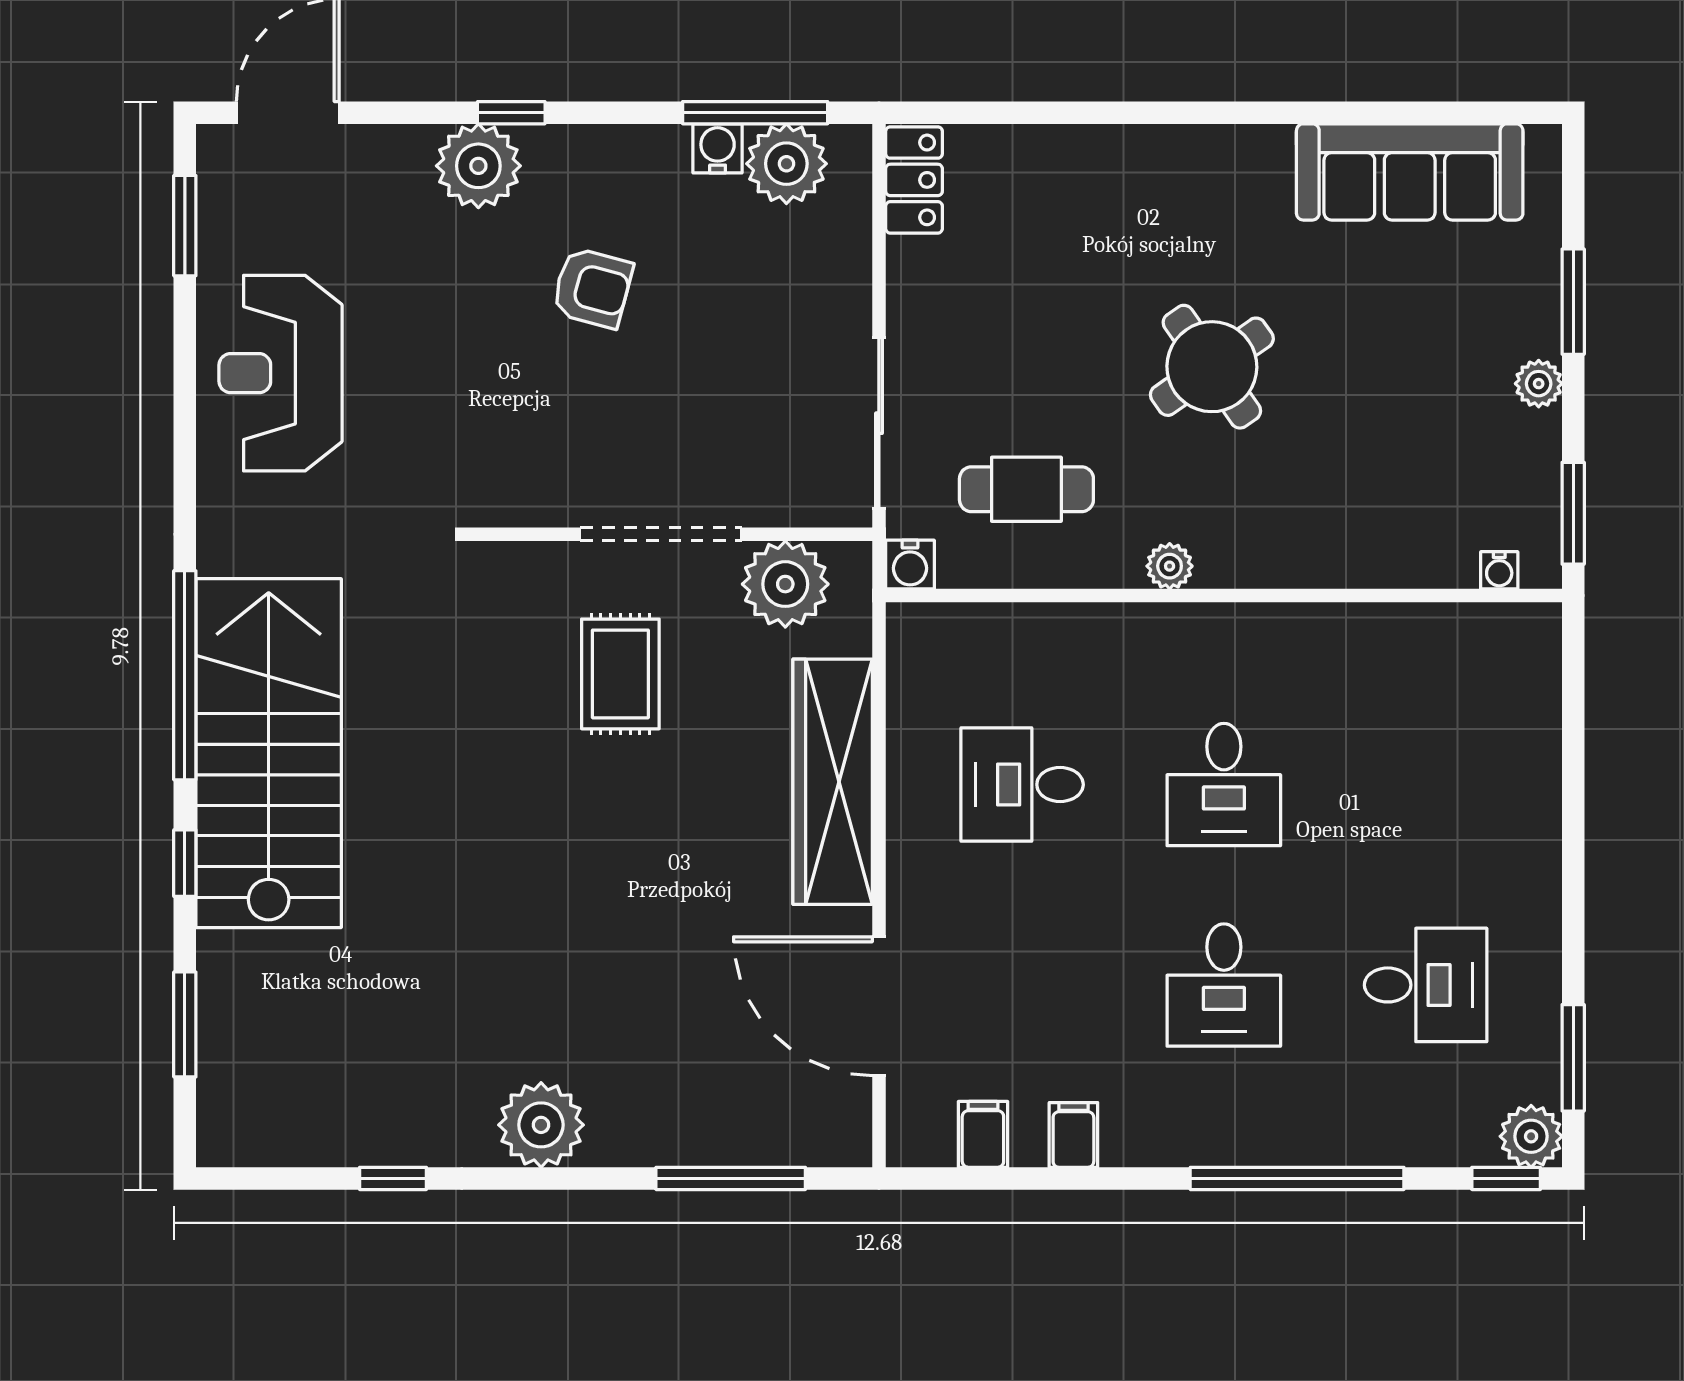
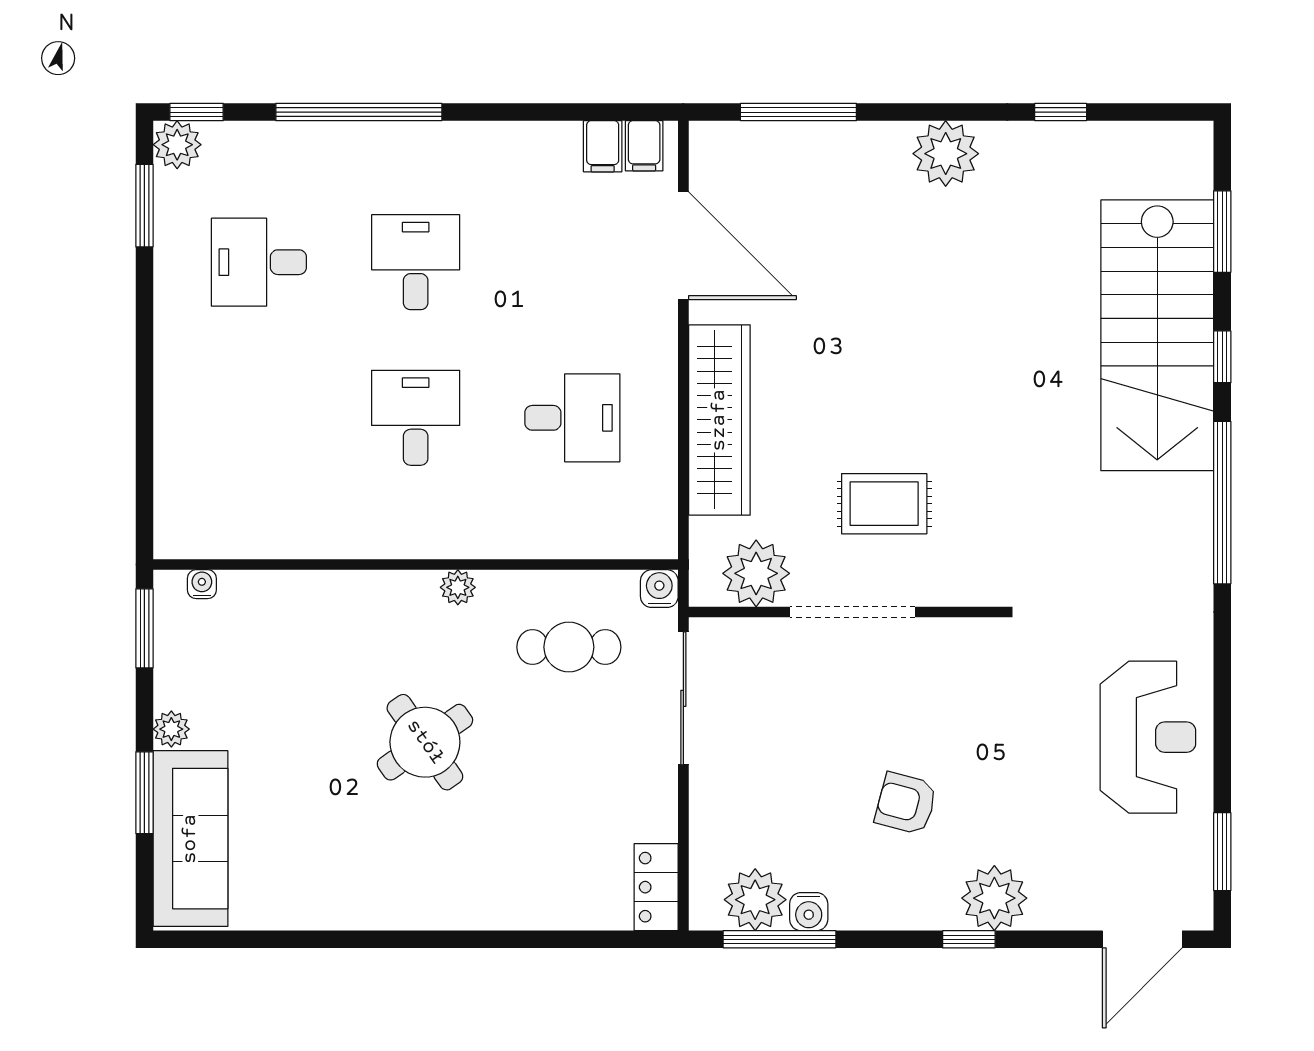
sofa: (1410, 172) -> (190, 839), moved, turned 90
rug: (620, 674) -> (884, 504), turned 90
stairs: (269, 753) -> (1157, 335), moved
filing cabinet: (1073, 1135) -> (644, 146), moved

